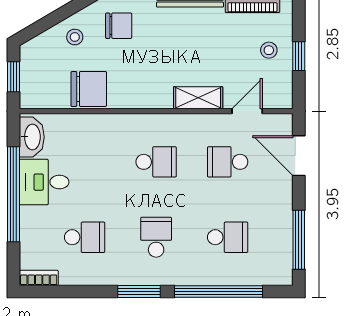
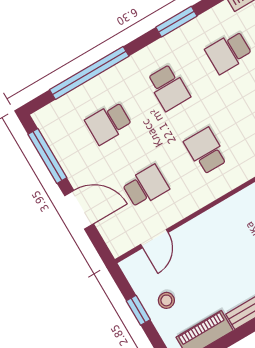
shelving: (198, 98) -> (202, 226), removed
door: (299, 156) -> (79, 210), moved
school desk: (156, 162) -> (206, 151), turned 90
window: (139, 292) -> (176, 22), moved

